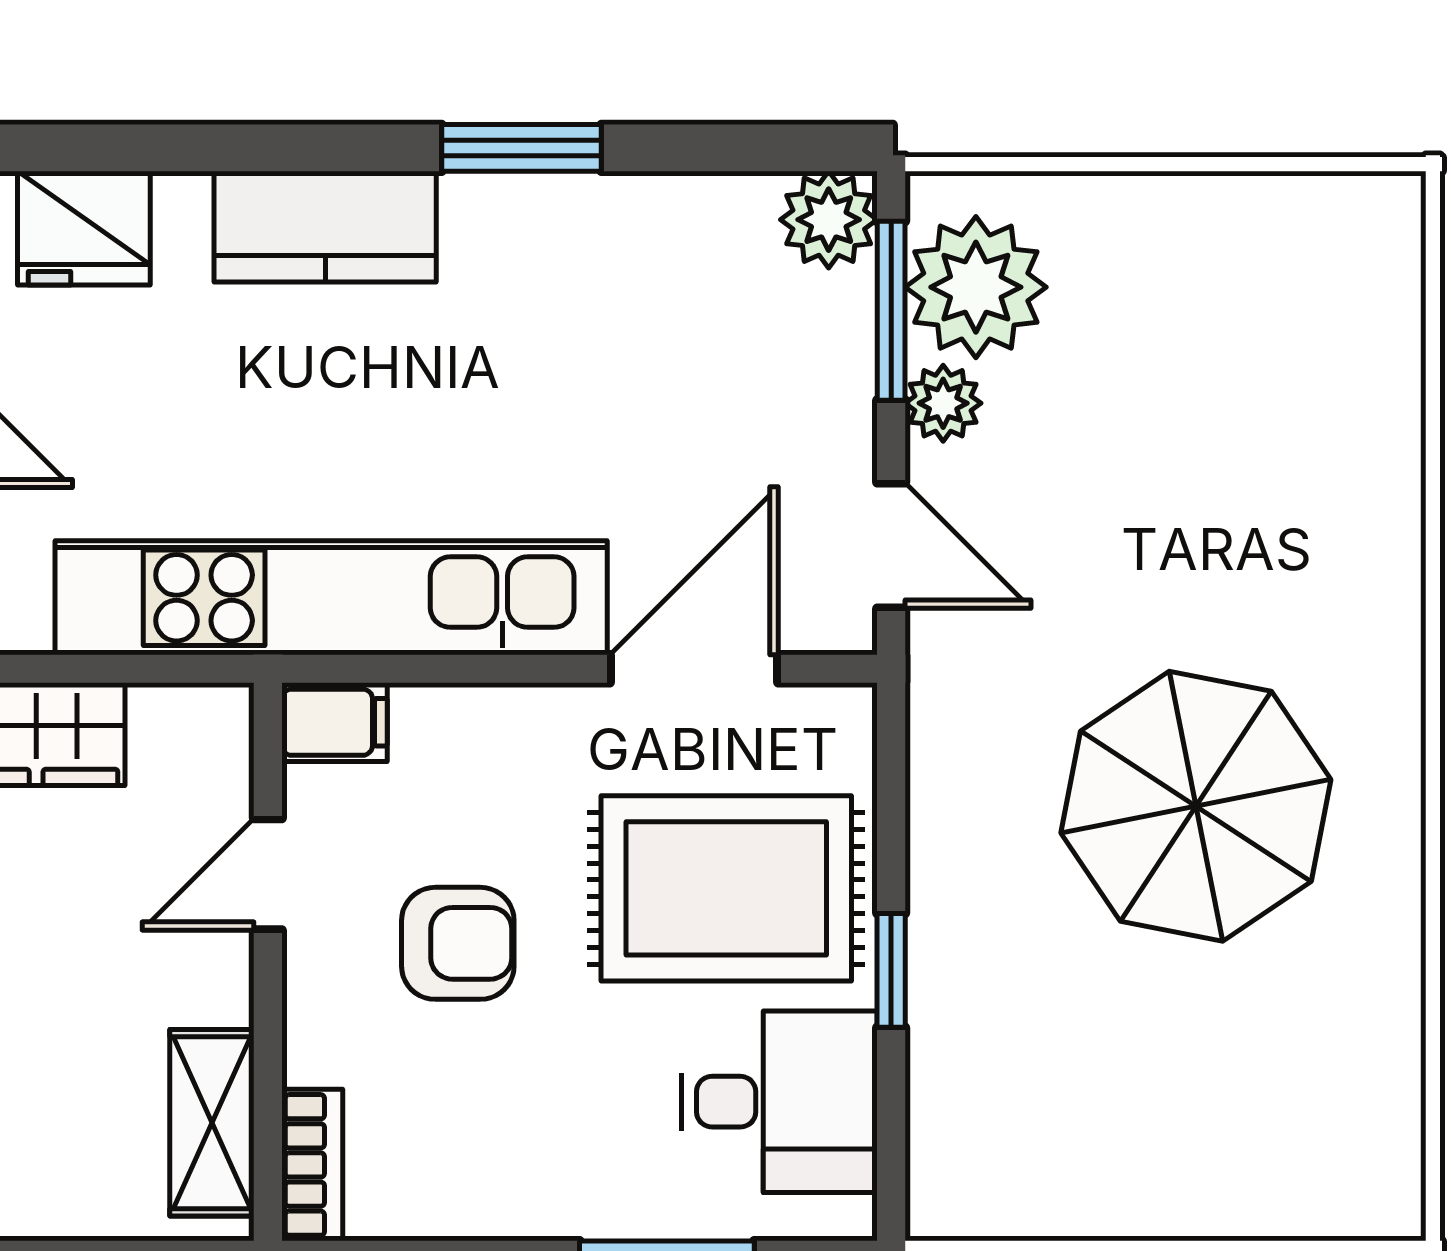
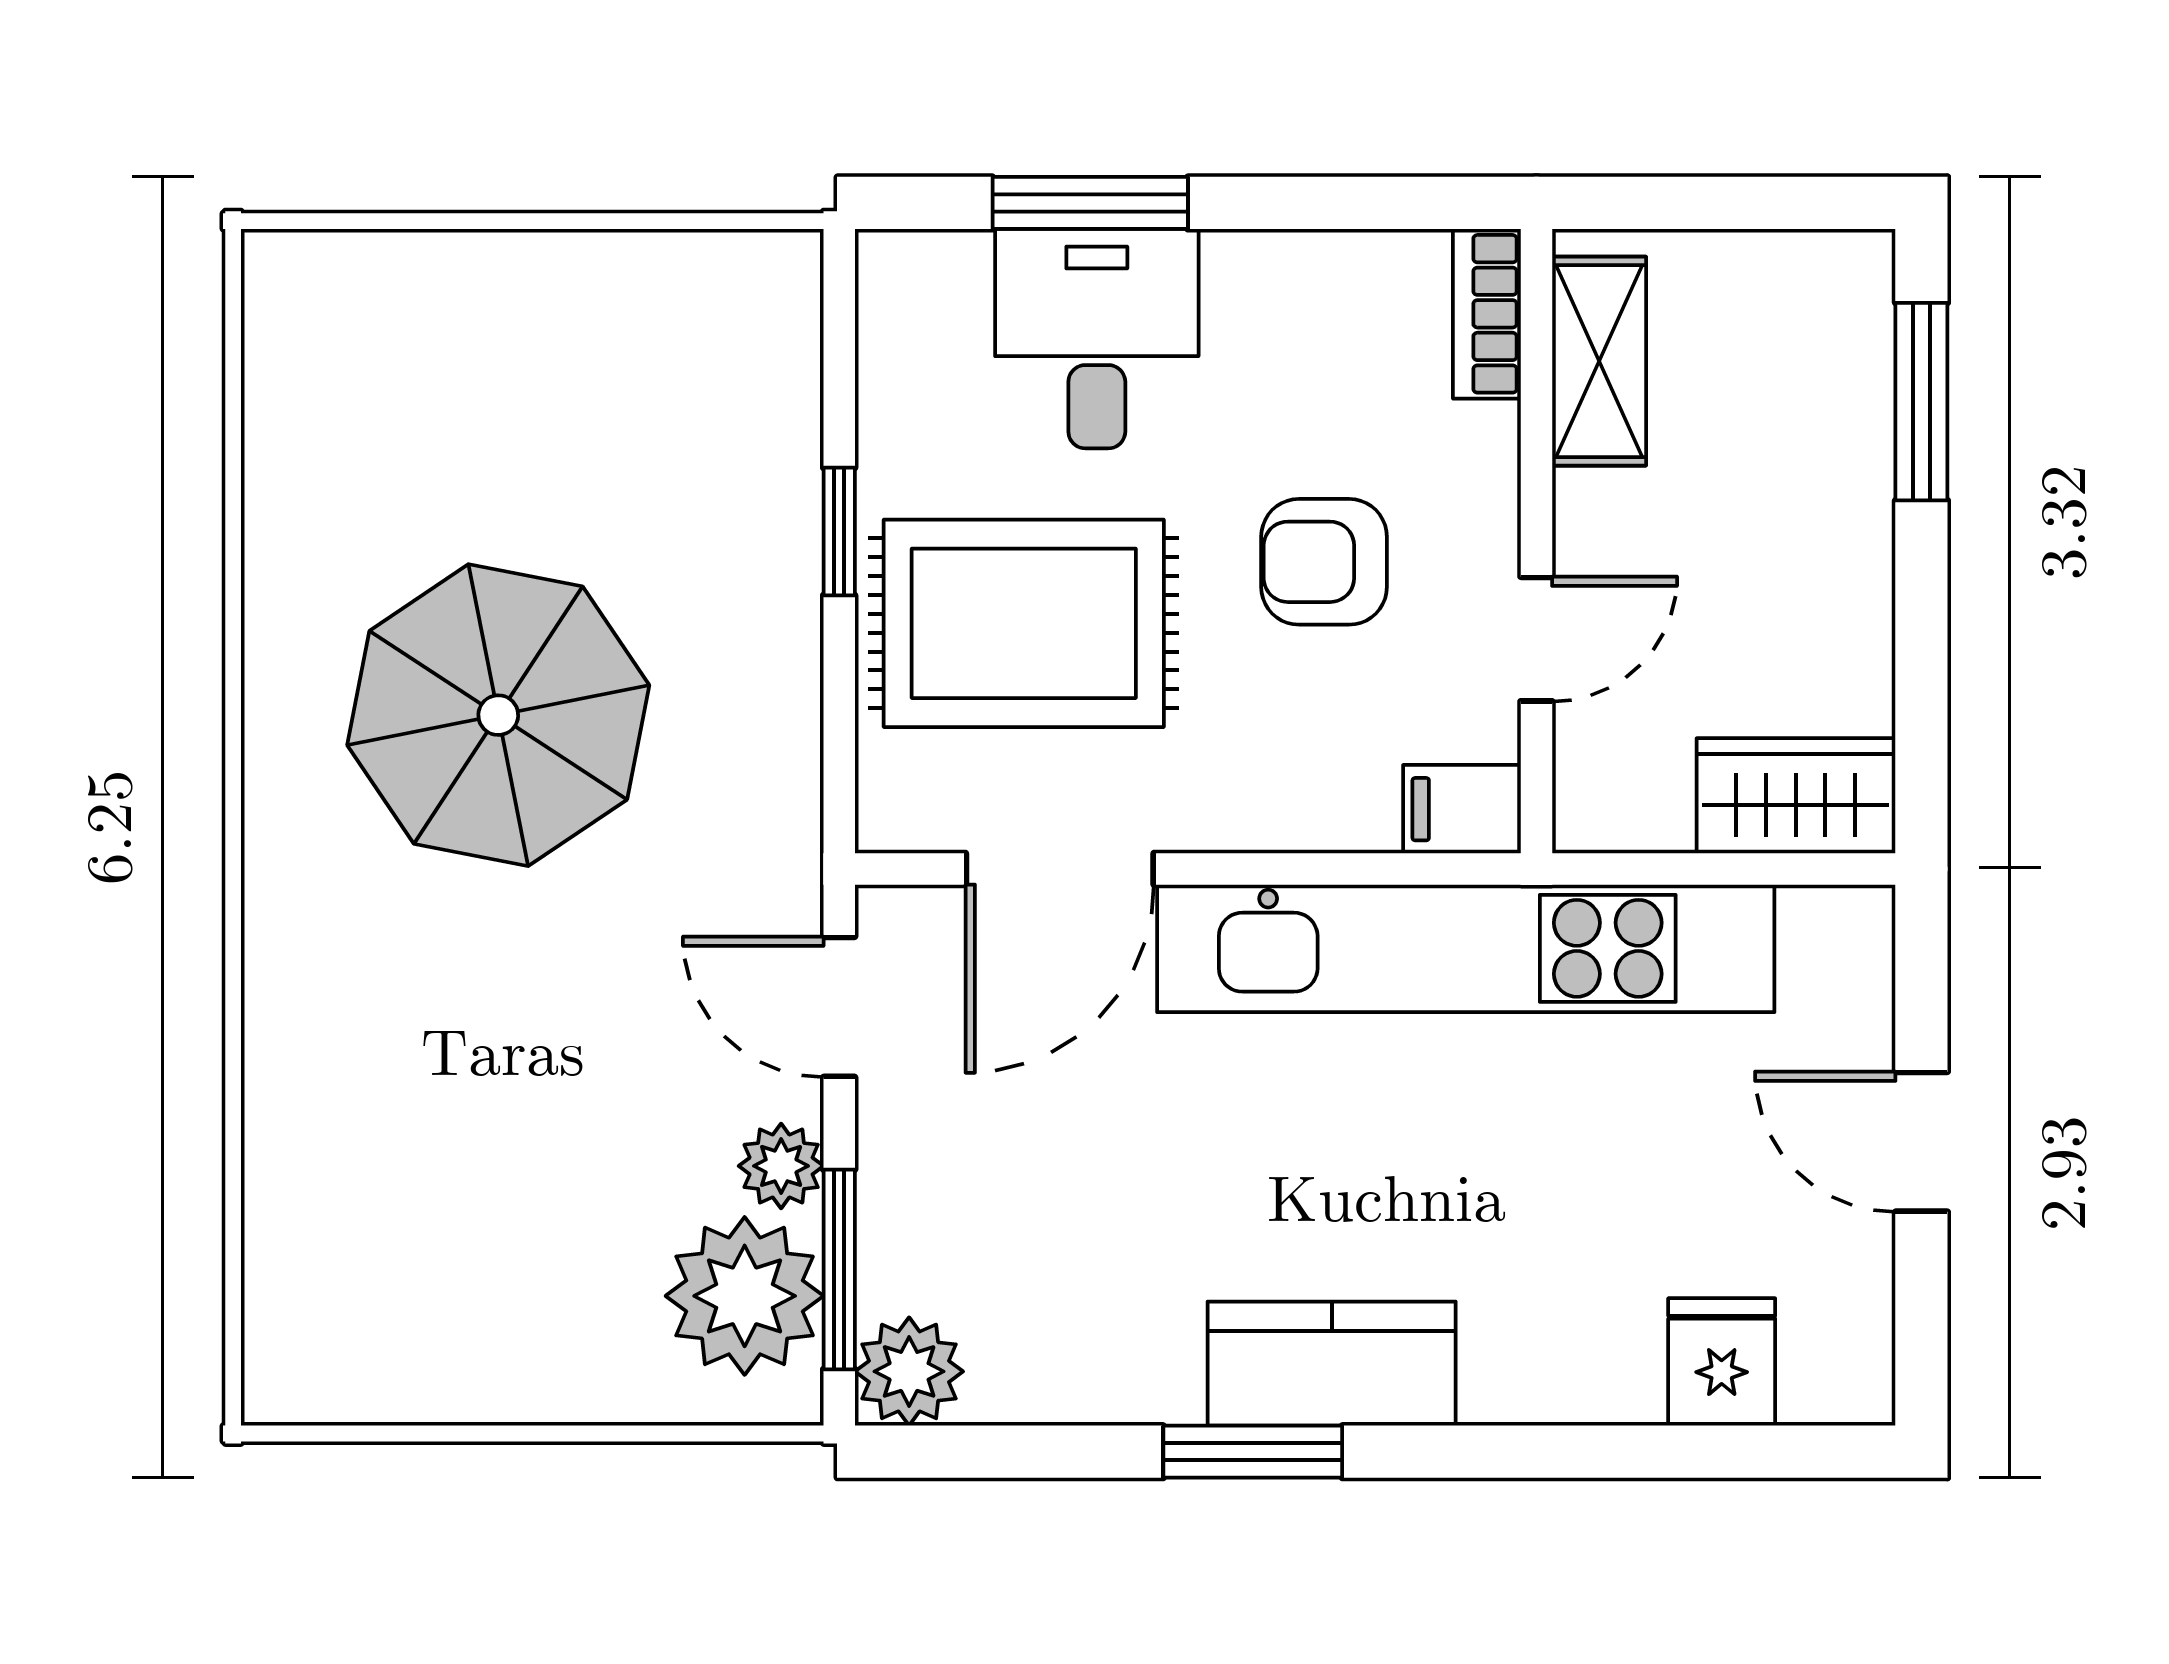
kitchen counter: (325, 227) -> (1332, 1364), moved
fridge: (84, 228) -> (1722, 1362), width x0.72
desk: (779, 1102) -> (1097, 339), moved, turned 90

